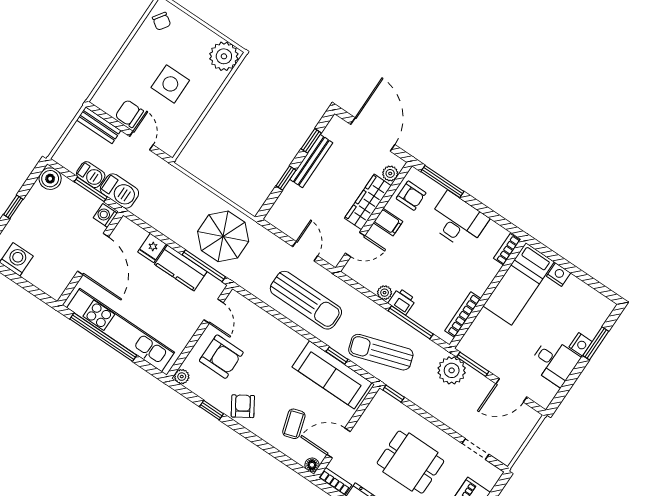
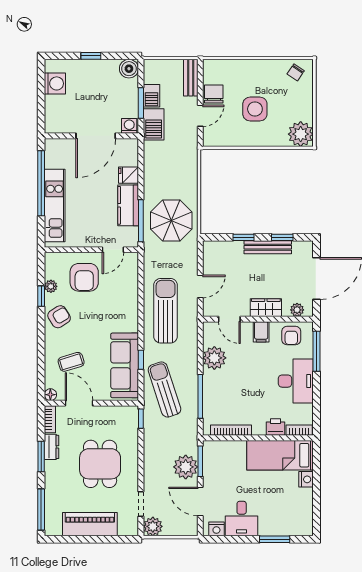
wardrobe: (368, 202) -> (266, 308), width x0.67
plant: (385, 293) -> (214, 358), width x1.88, depth x1.88
sun lounger: (306, 300) -> (166, 311), turned 180
printer: (402, 301) -> (276, 427), moved, turned -90
kitchen unit: (121, 330) -> (55, 205), width x0.73
nightstand: (581, 344) -> (216, 529), moved
plant: (452, 370) -> (186, 467), moved
plant: (182, 377) -> (51, 286), moved
plant: (505, 452) -> (153, 526), added

